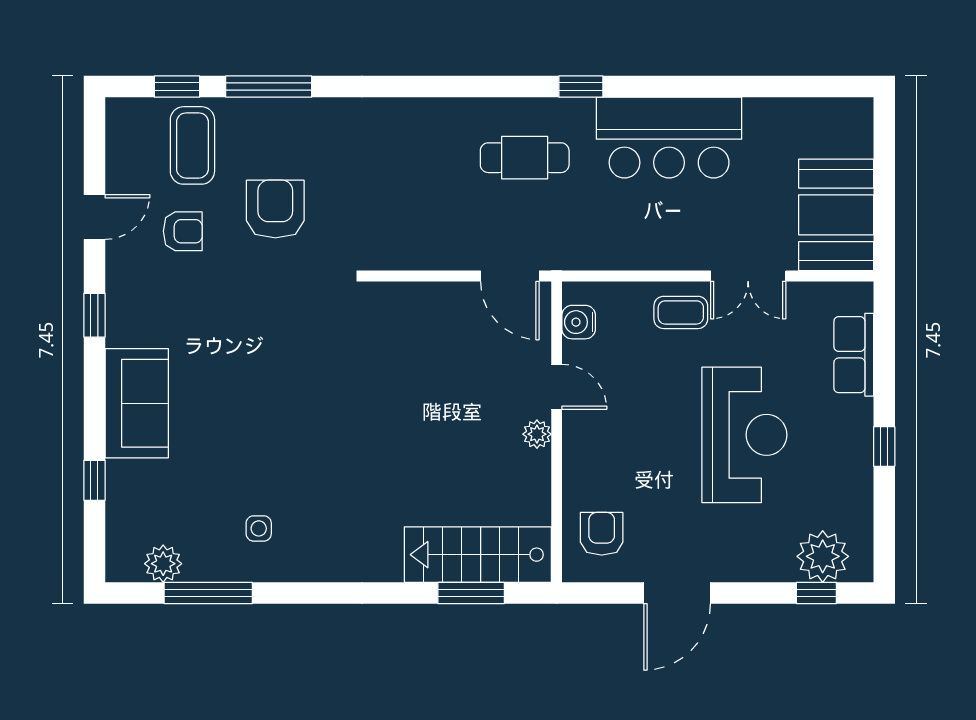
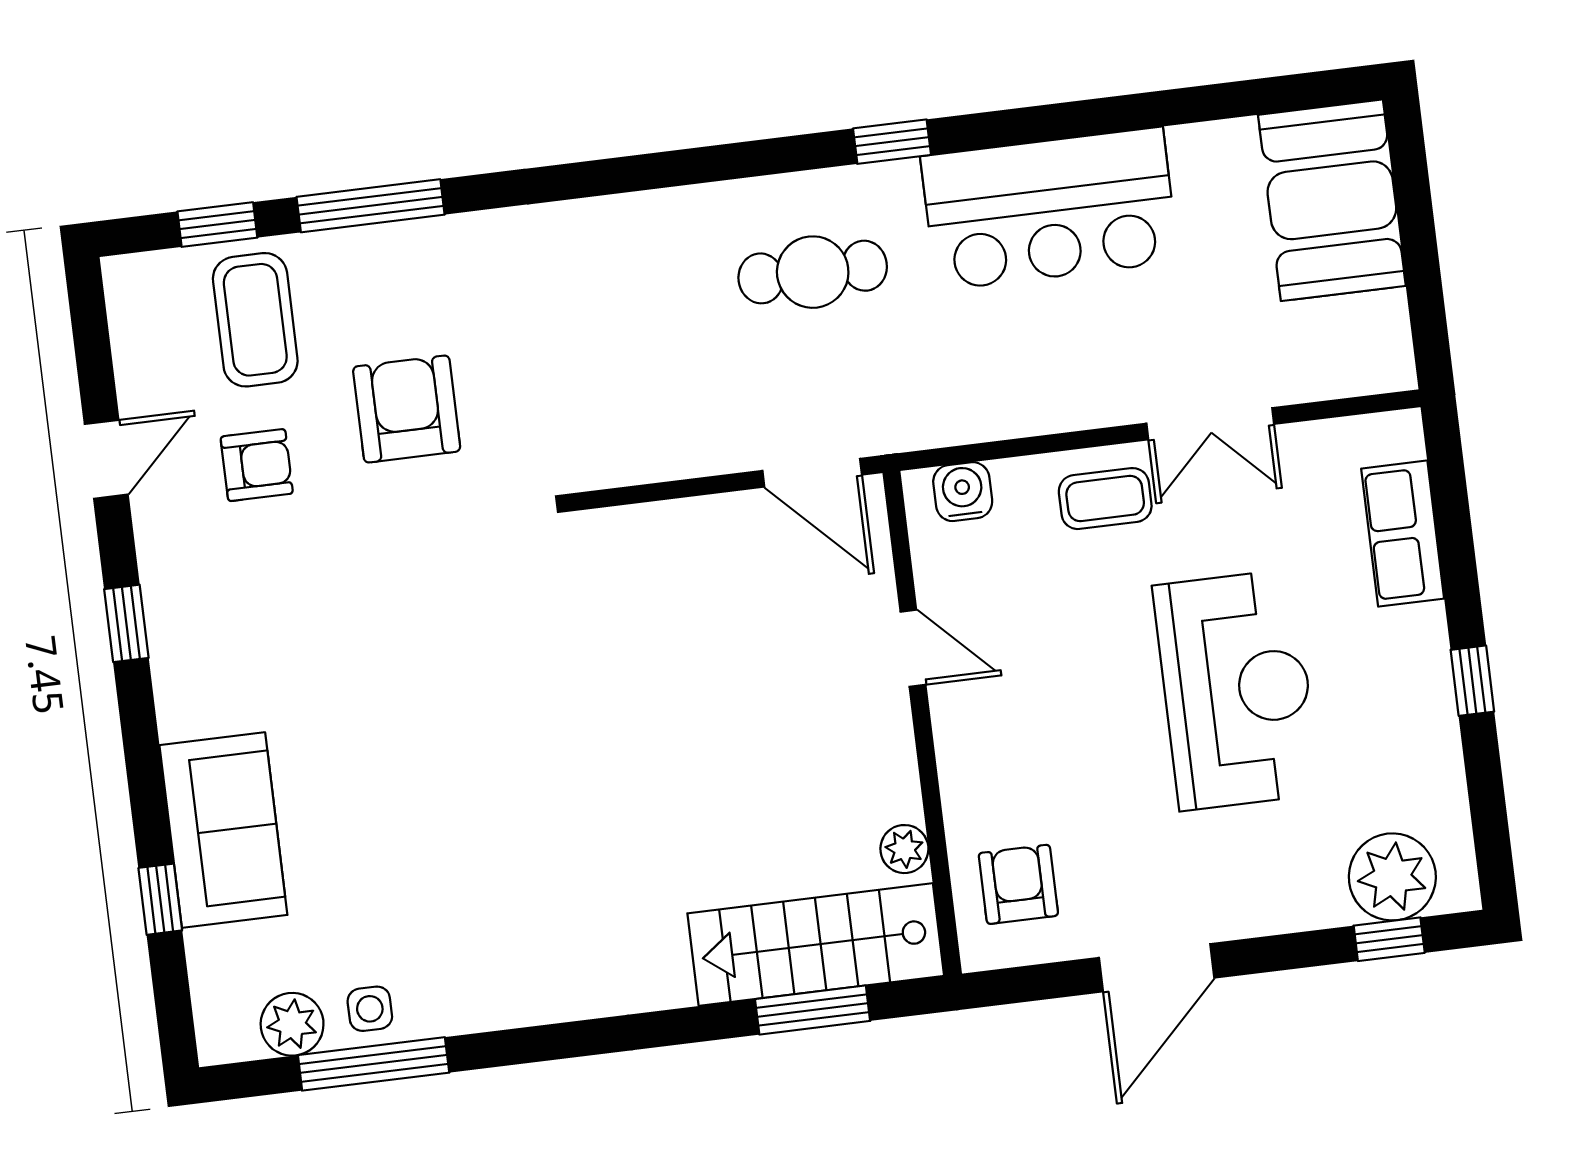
booth: (836, 215) -> (1332, 200), moved
water cooler: (579, 322) -> (963, 492), moved, turned 90
sofa: (137, 403) -> (223, 830), moved
plant: (537, 434) -> (904, 849), moved
side table: (259, 528) -> (370, 1009), moved

